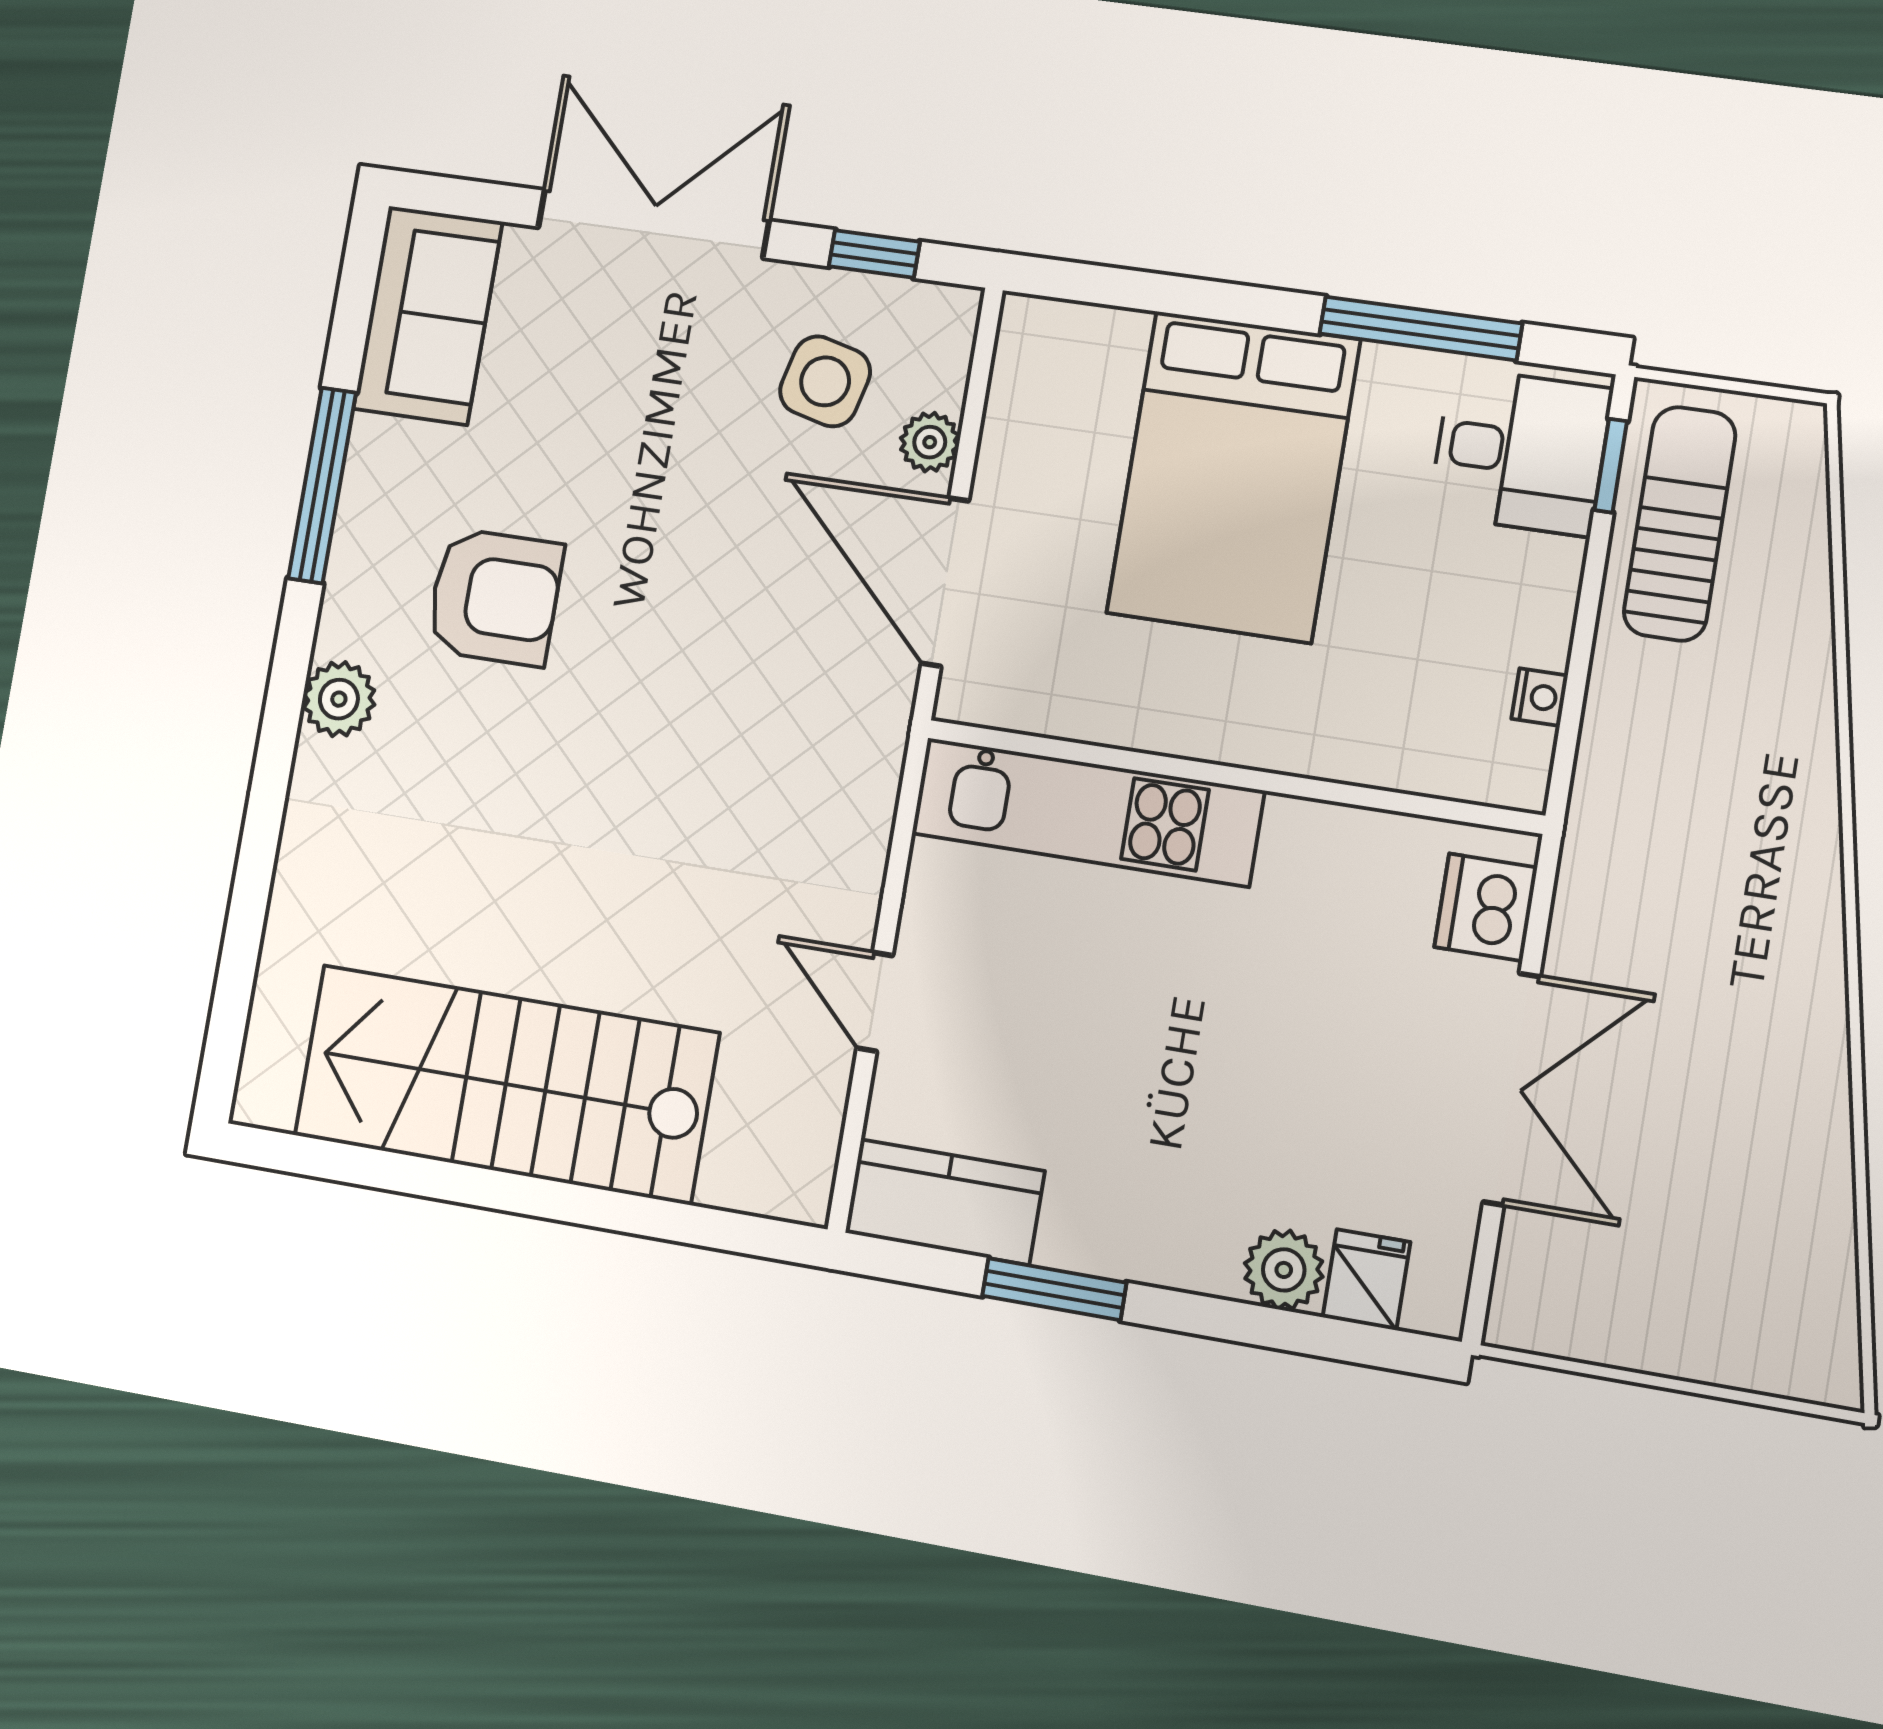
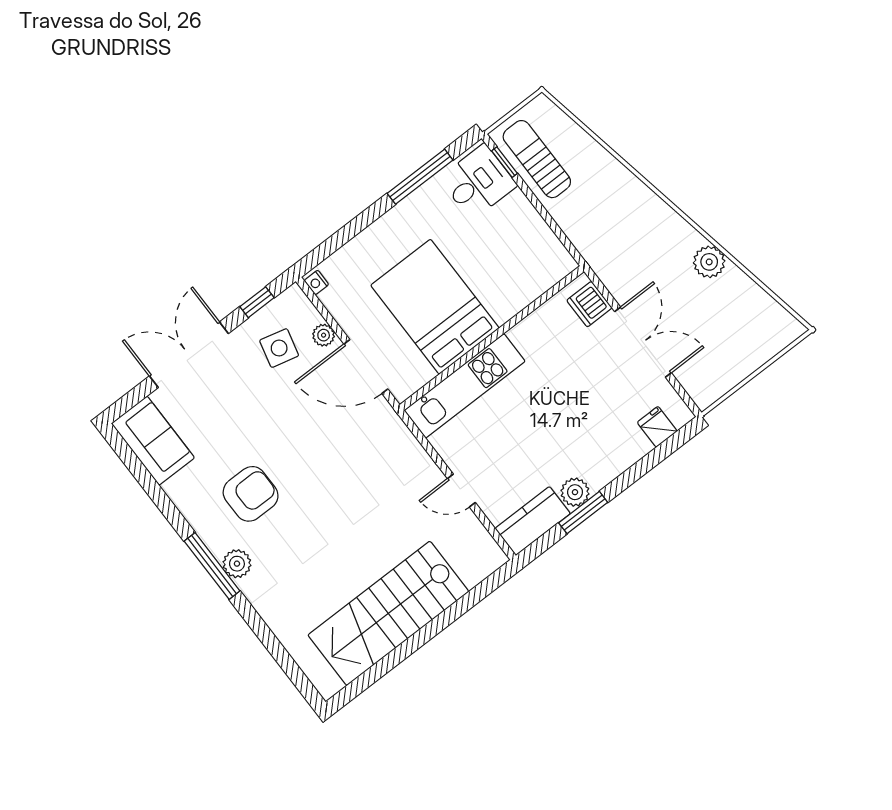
bed: (1233, 476) -> (435, 307), moved, turned 180
window: (322, 485) -> (212, 566), moved
nightstand: (1540, 697) -> (316, 282), moved, turned 180
plant: (1806, 1072) -> (709, 262), added
plant: (1284, 1270) -> (575, 492), moved

